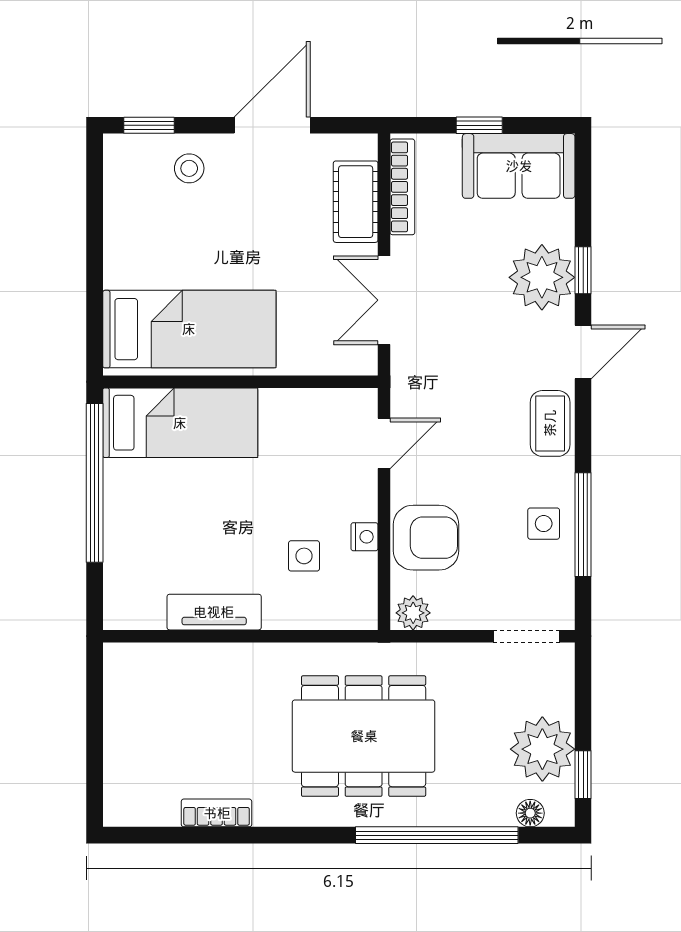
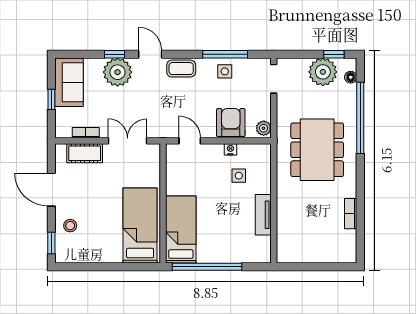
bookcase: (402, 187) -> (86, 133), width x0.64
double door: (384, 300) -> (128, 141), swing flipped

